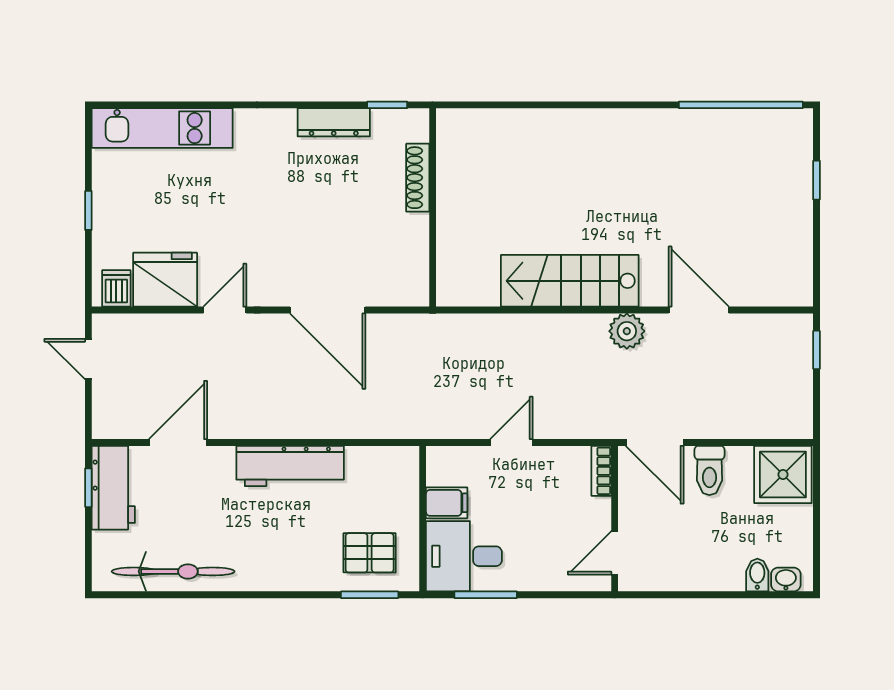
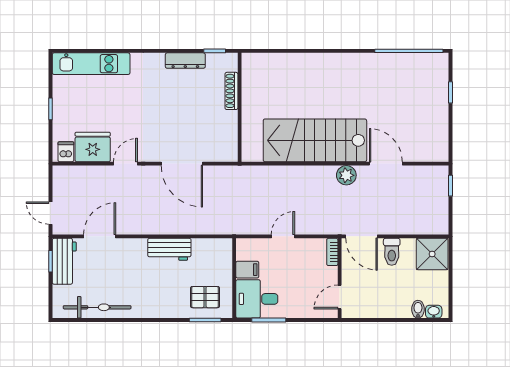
stairs: (570, 281) -> (315, 140), width x1.36, depth x1.51
door: (88, 359) -> (50, 213), moved
workbench: (290, 466) -> (169, 249), width x0.73

